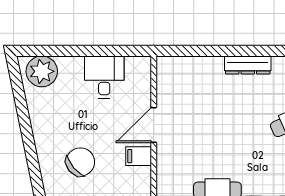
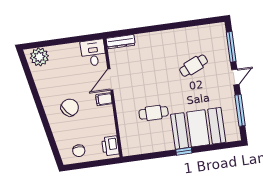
dresser: (248, 65) -> (121, 42), moved
desk: (104, 77) -> (93, 53), moved

